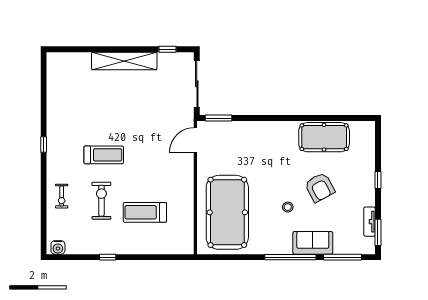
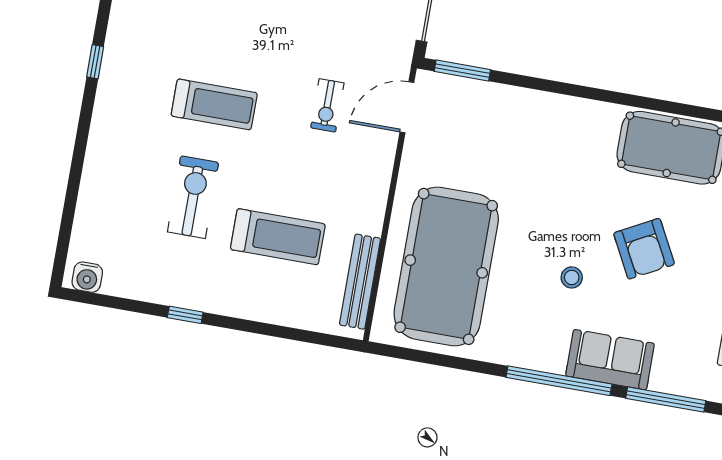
exercise bike: (62, 196) -> (327, 105), moved
treadmill: (145, 212) -> (278, 237), turned 180
bench: (188, 227) -> (360, 282), added

